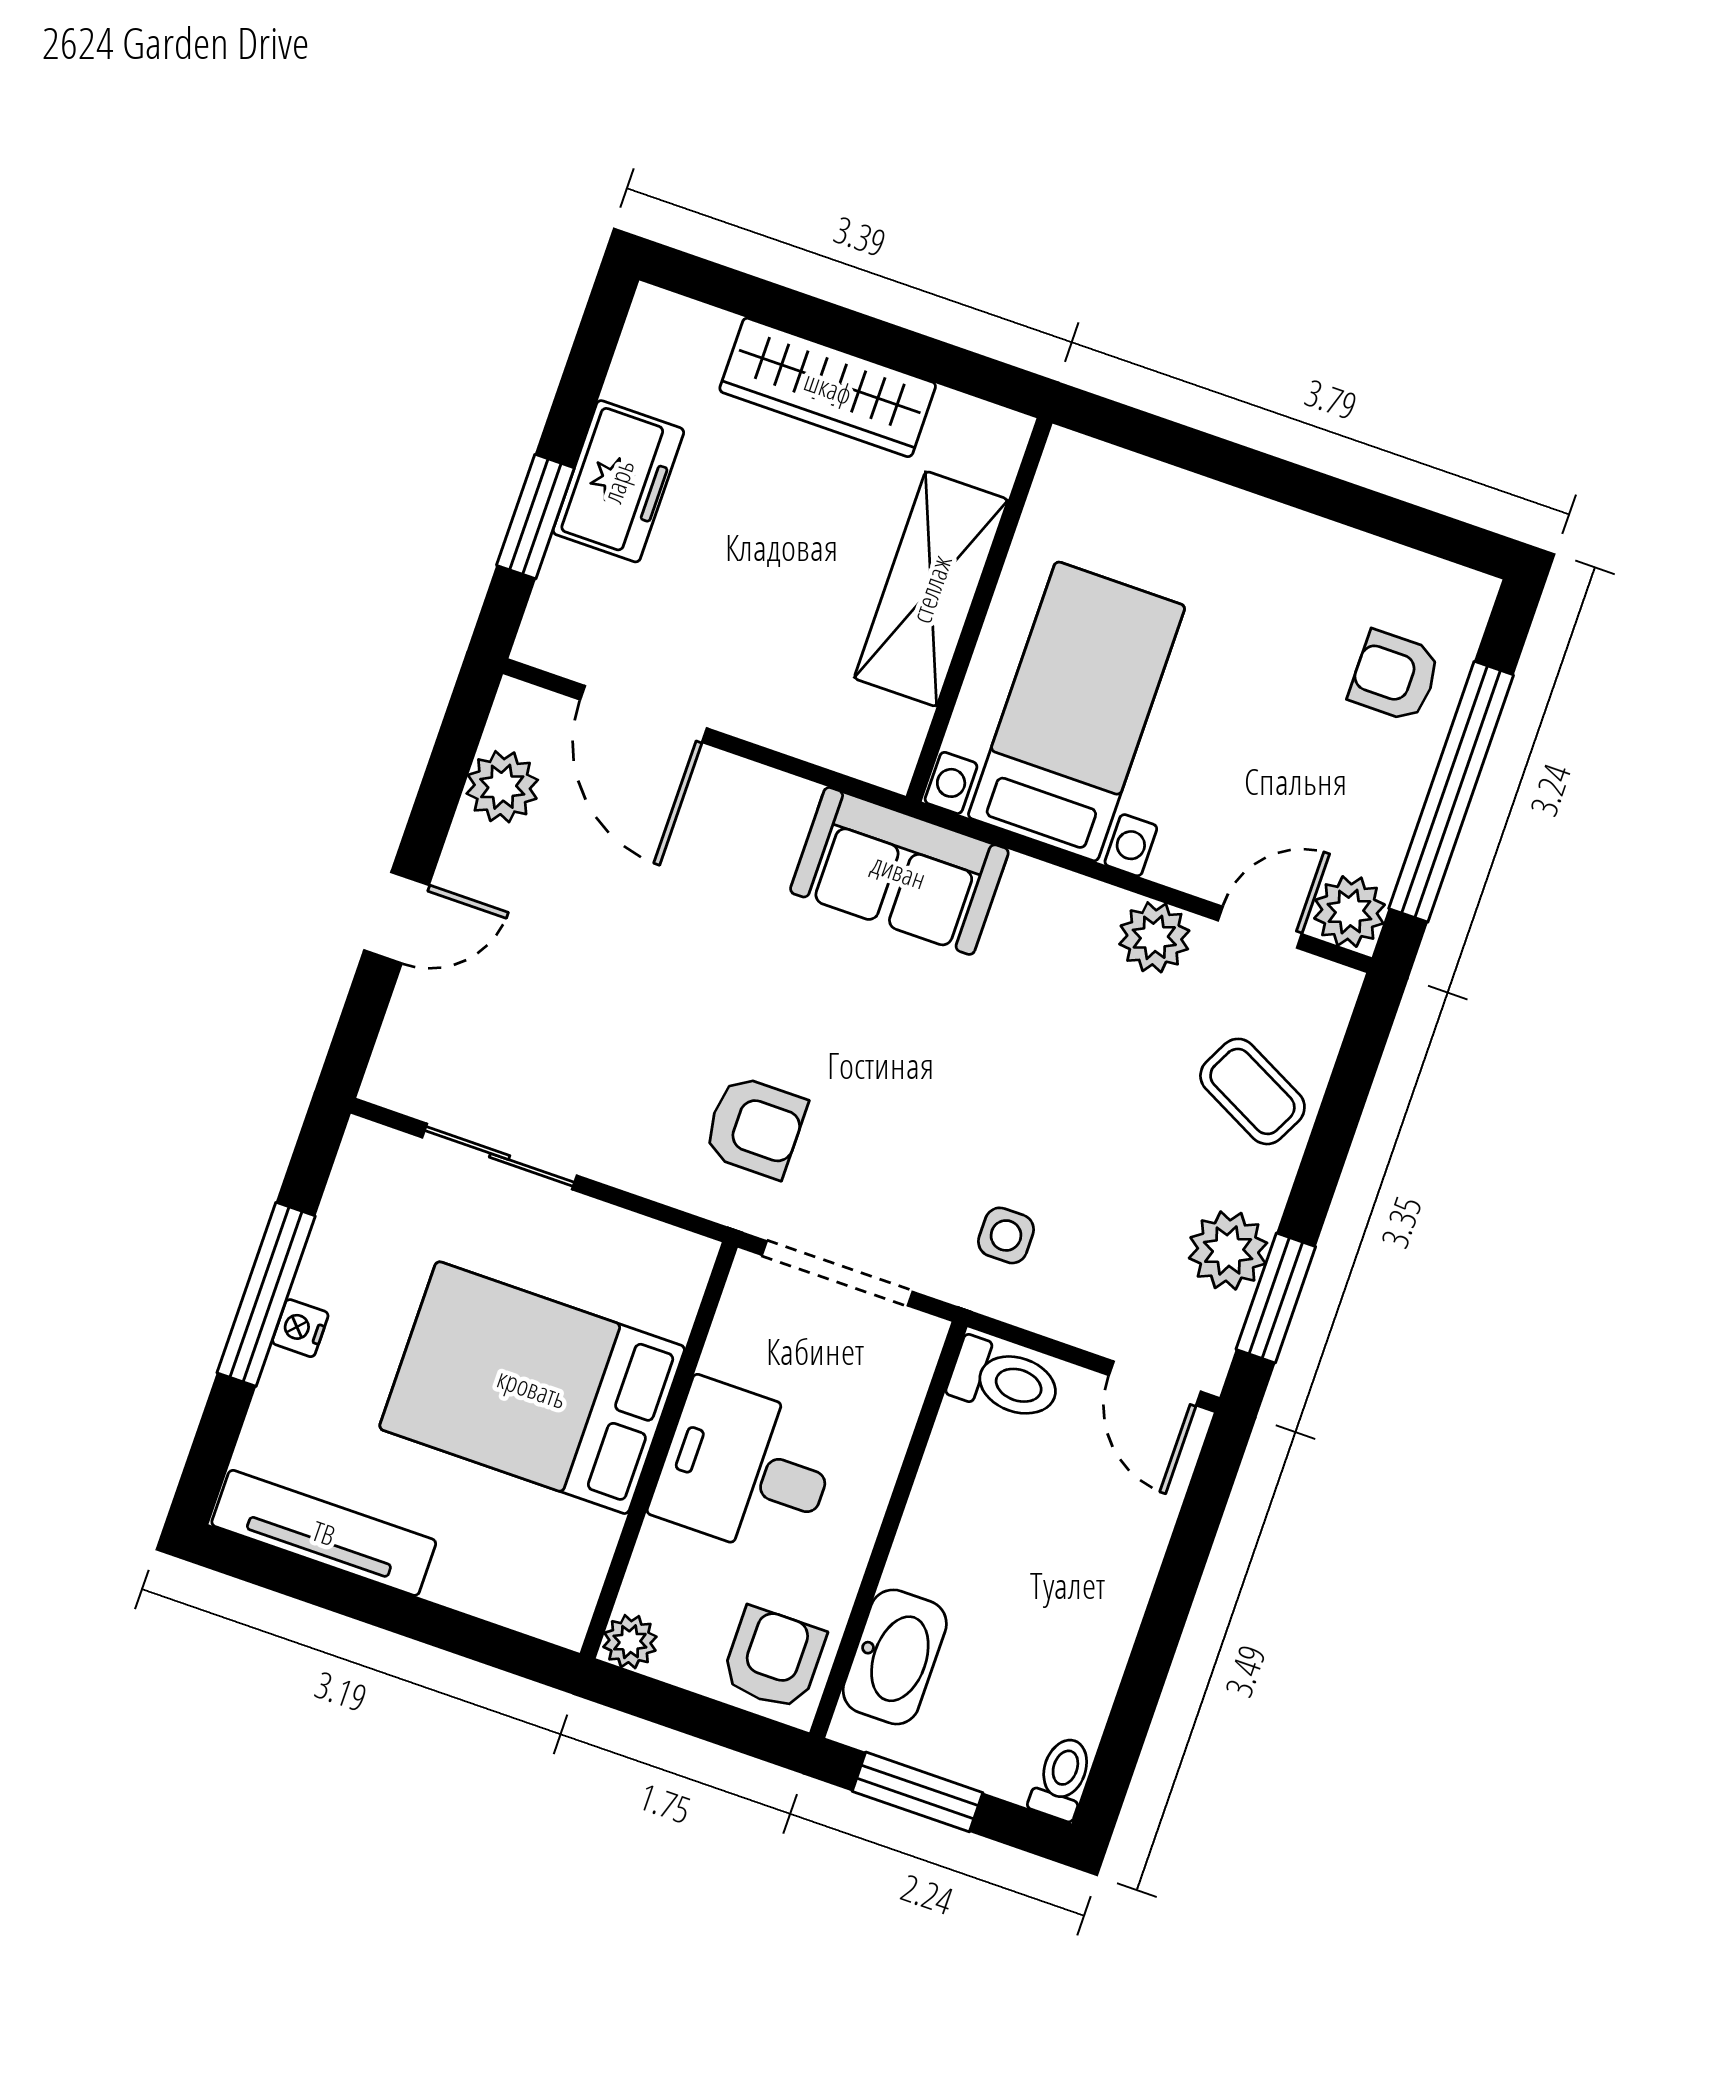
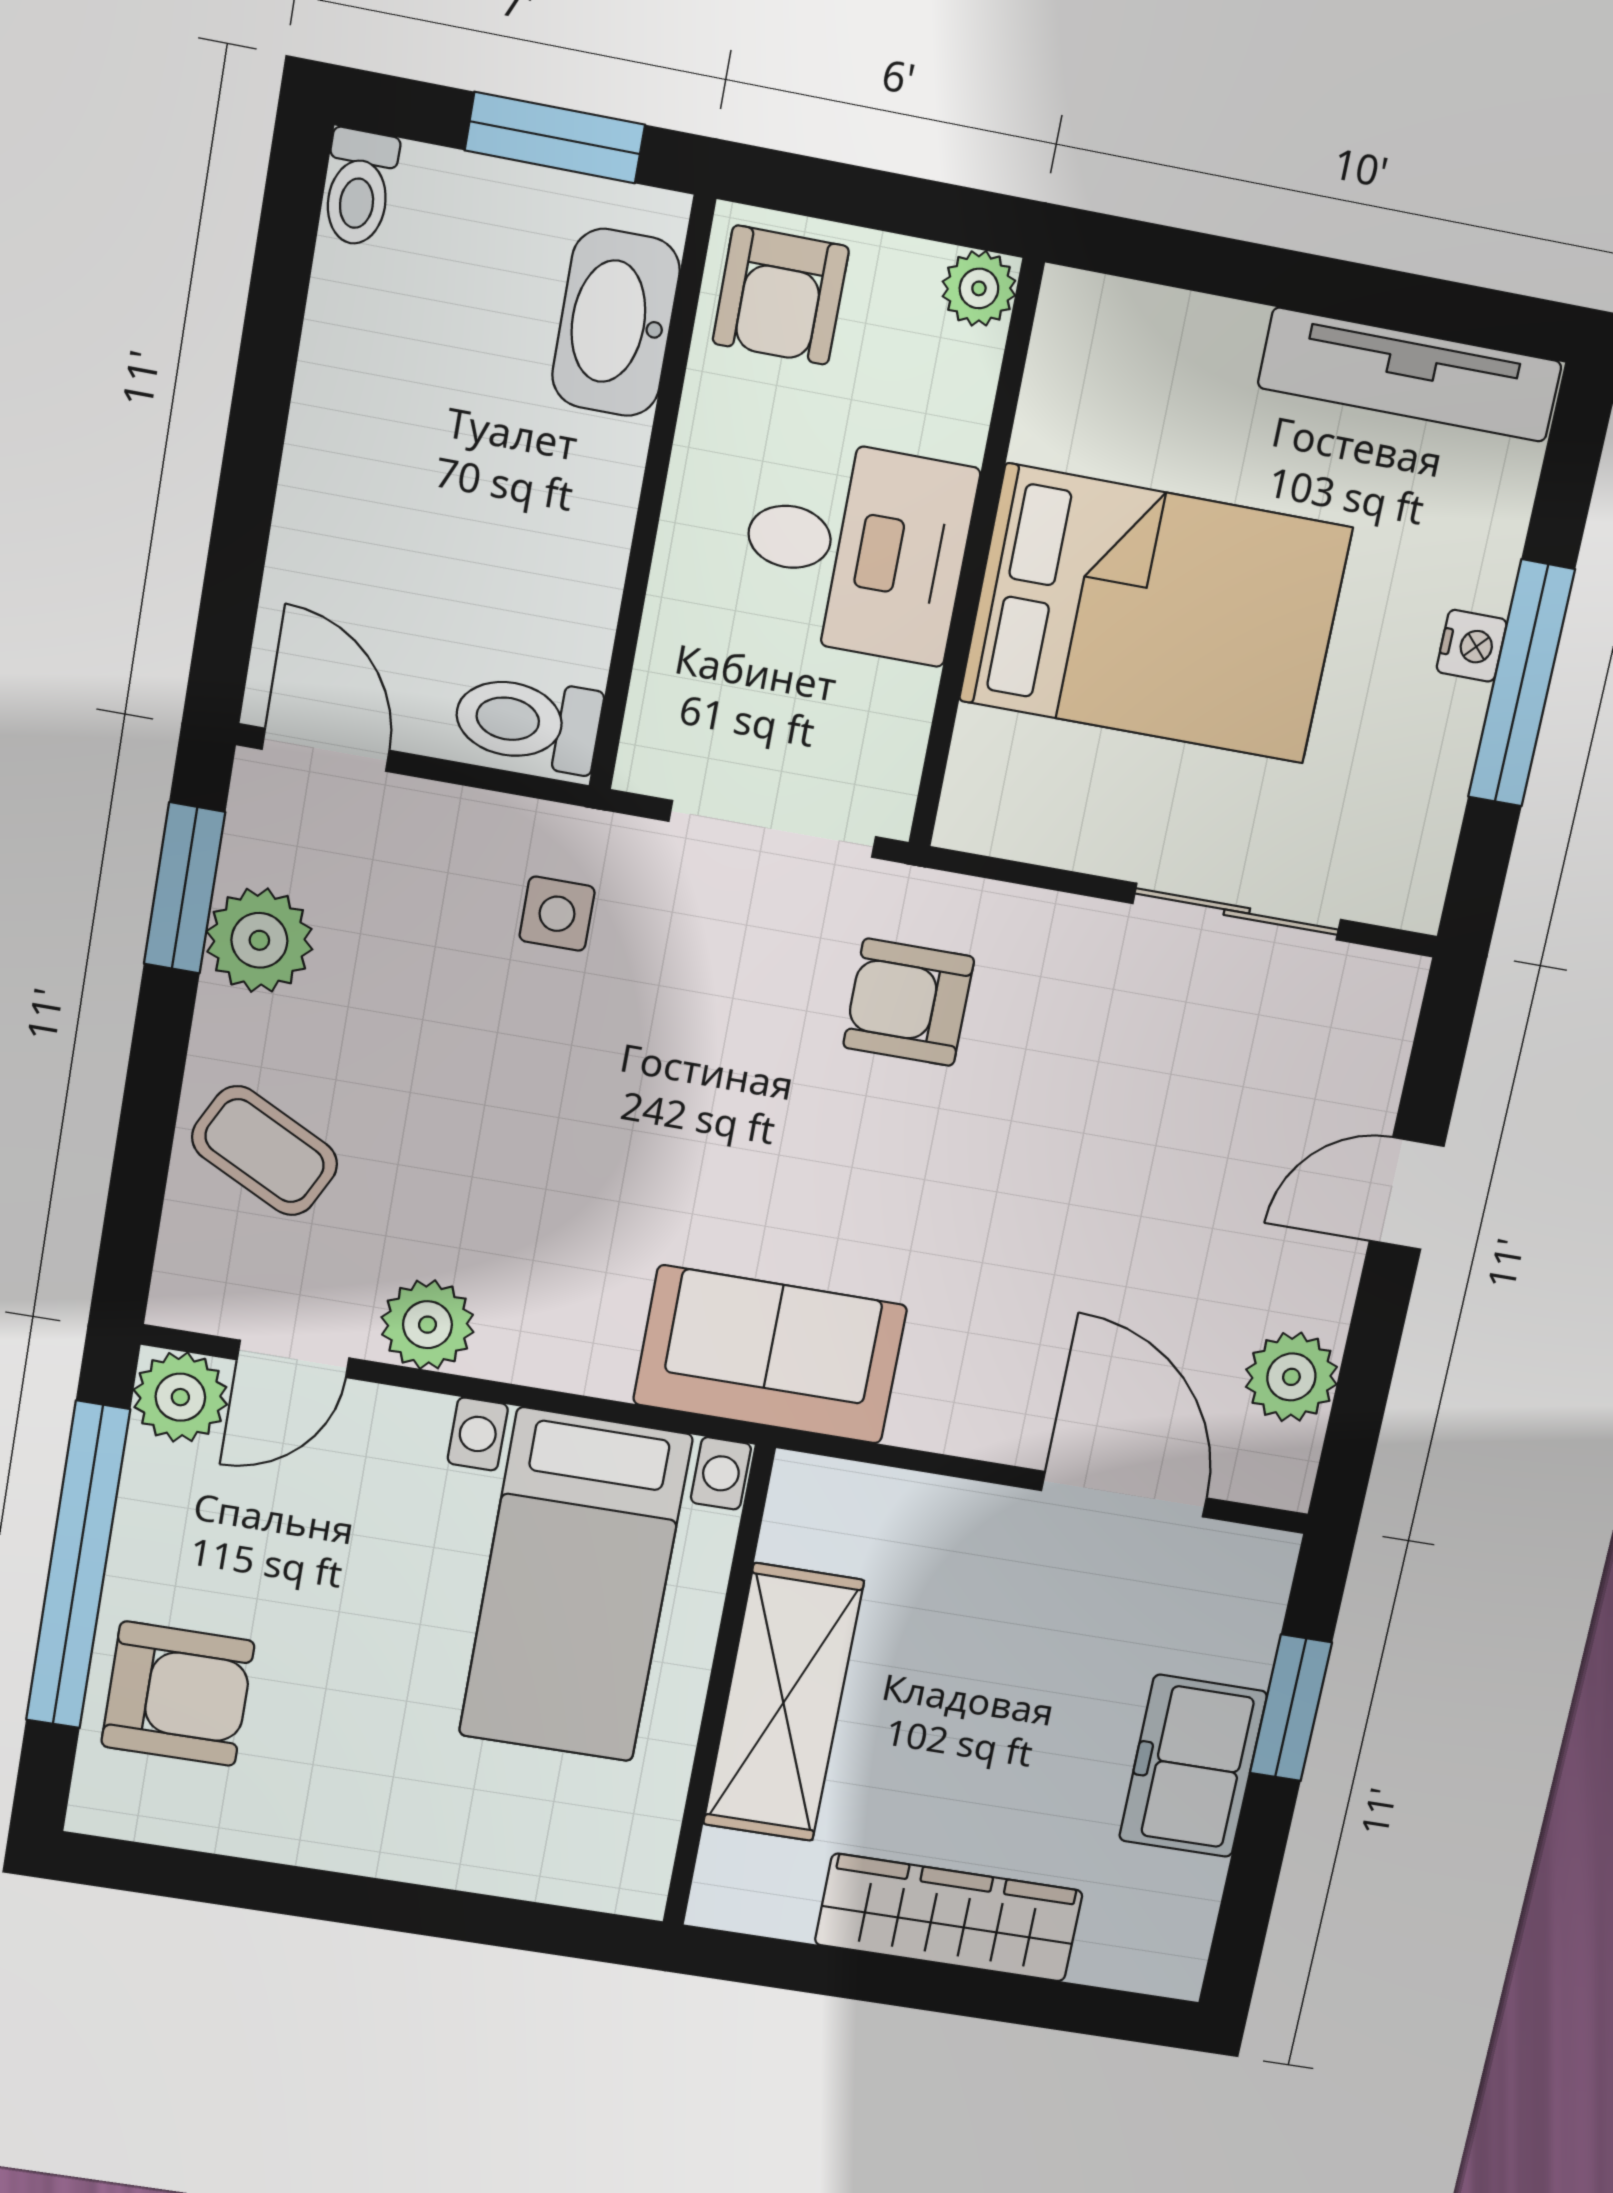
armchair: (1395, 676) -> (178, 1694), width x1.38, depth x1.38

